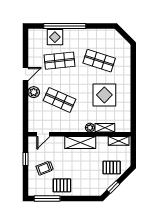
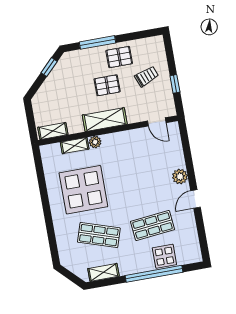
shelving: (101, 33) -> (103, 272), added
display table: (104, 95) -> (83, 190), width x1.36, depth x1.36
shop shelf: (60, 100) -> (143, 172), removed
door: (43, 134) -> (157, 122), swing flipped
pallet: (112, 167) -> (107, 85), moved
window: (47, 198) -> (98, 42), moved

